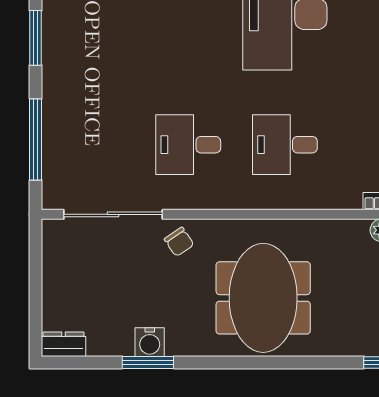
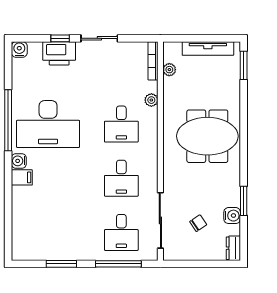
desk: (92, 145) -> (121, 232), added
plant: (328, 198) -> (151, 100), added
chair: (179, 242) -> (198, 223), moved
water cooler: (150, 342) -> (232, 216), moved

